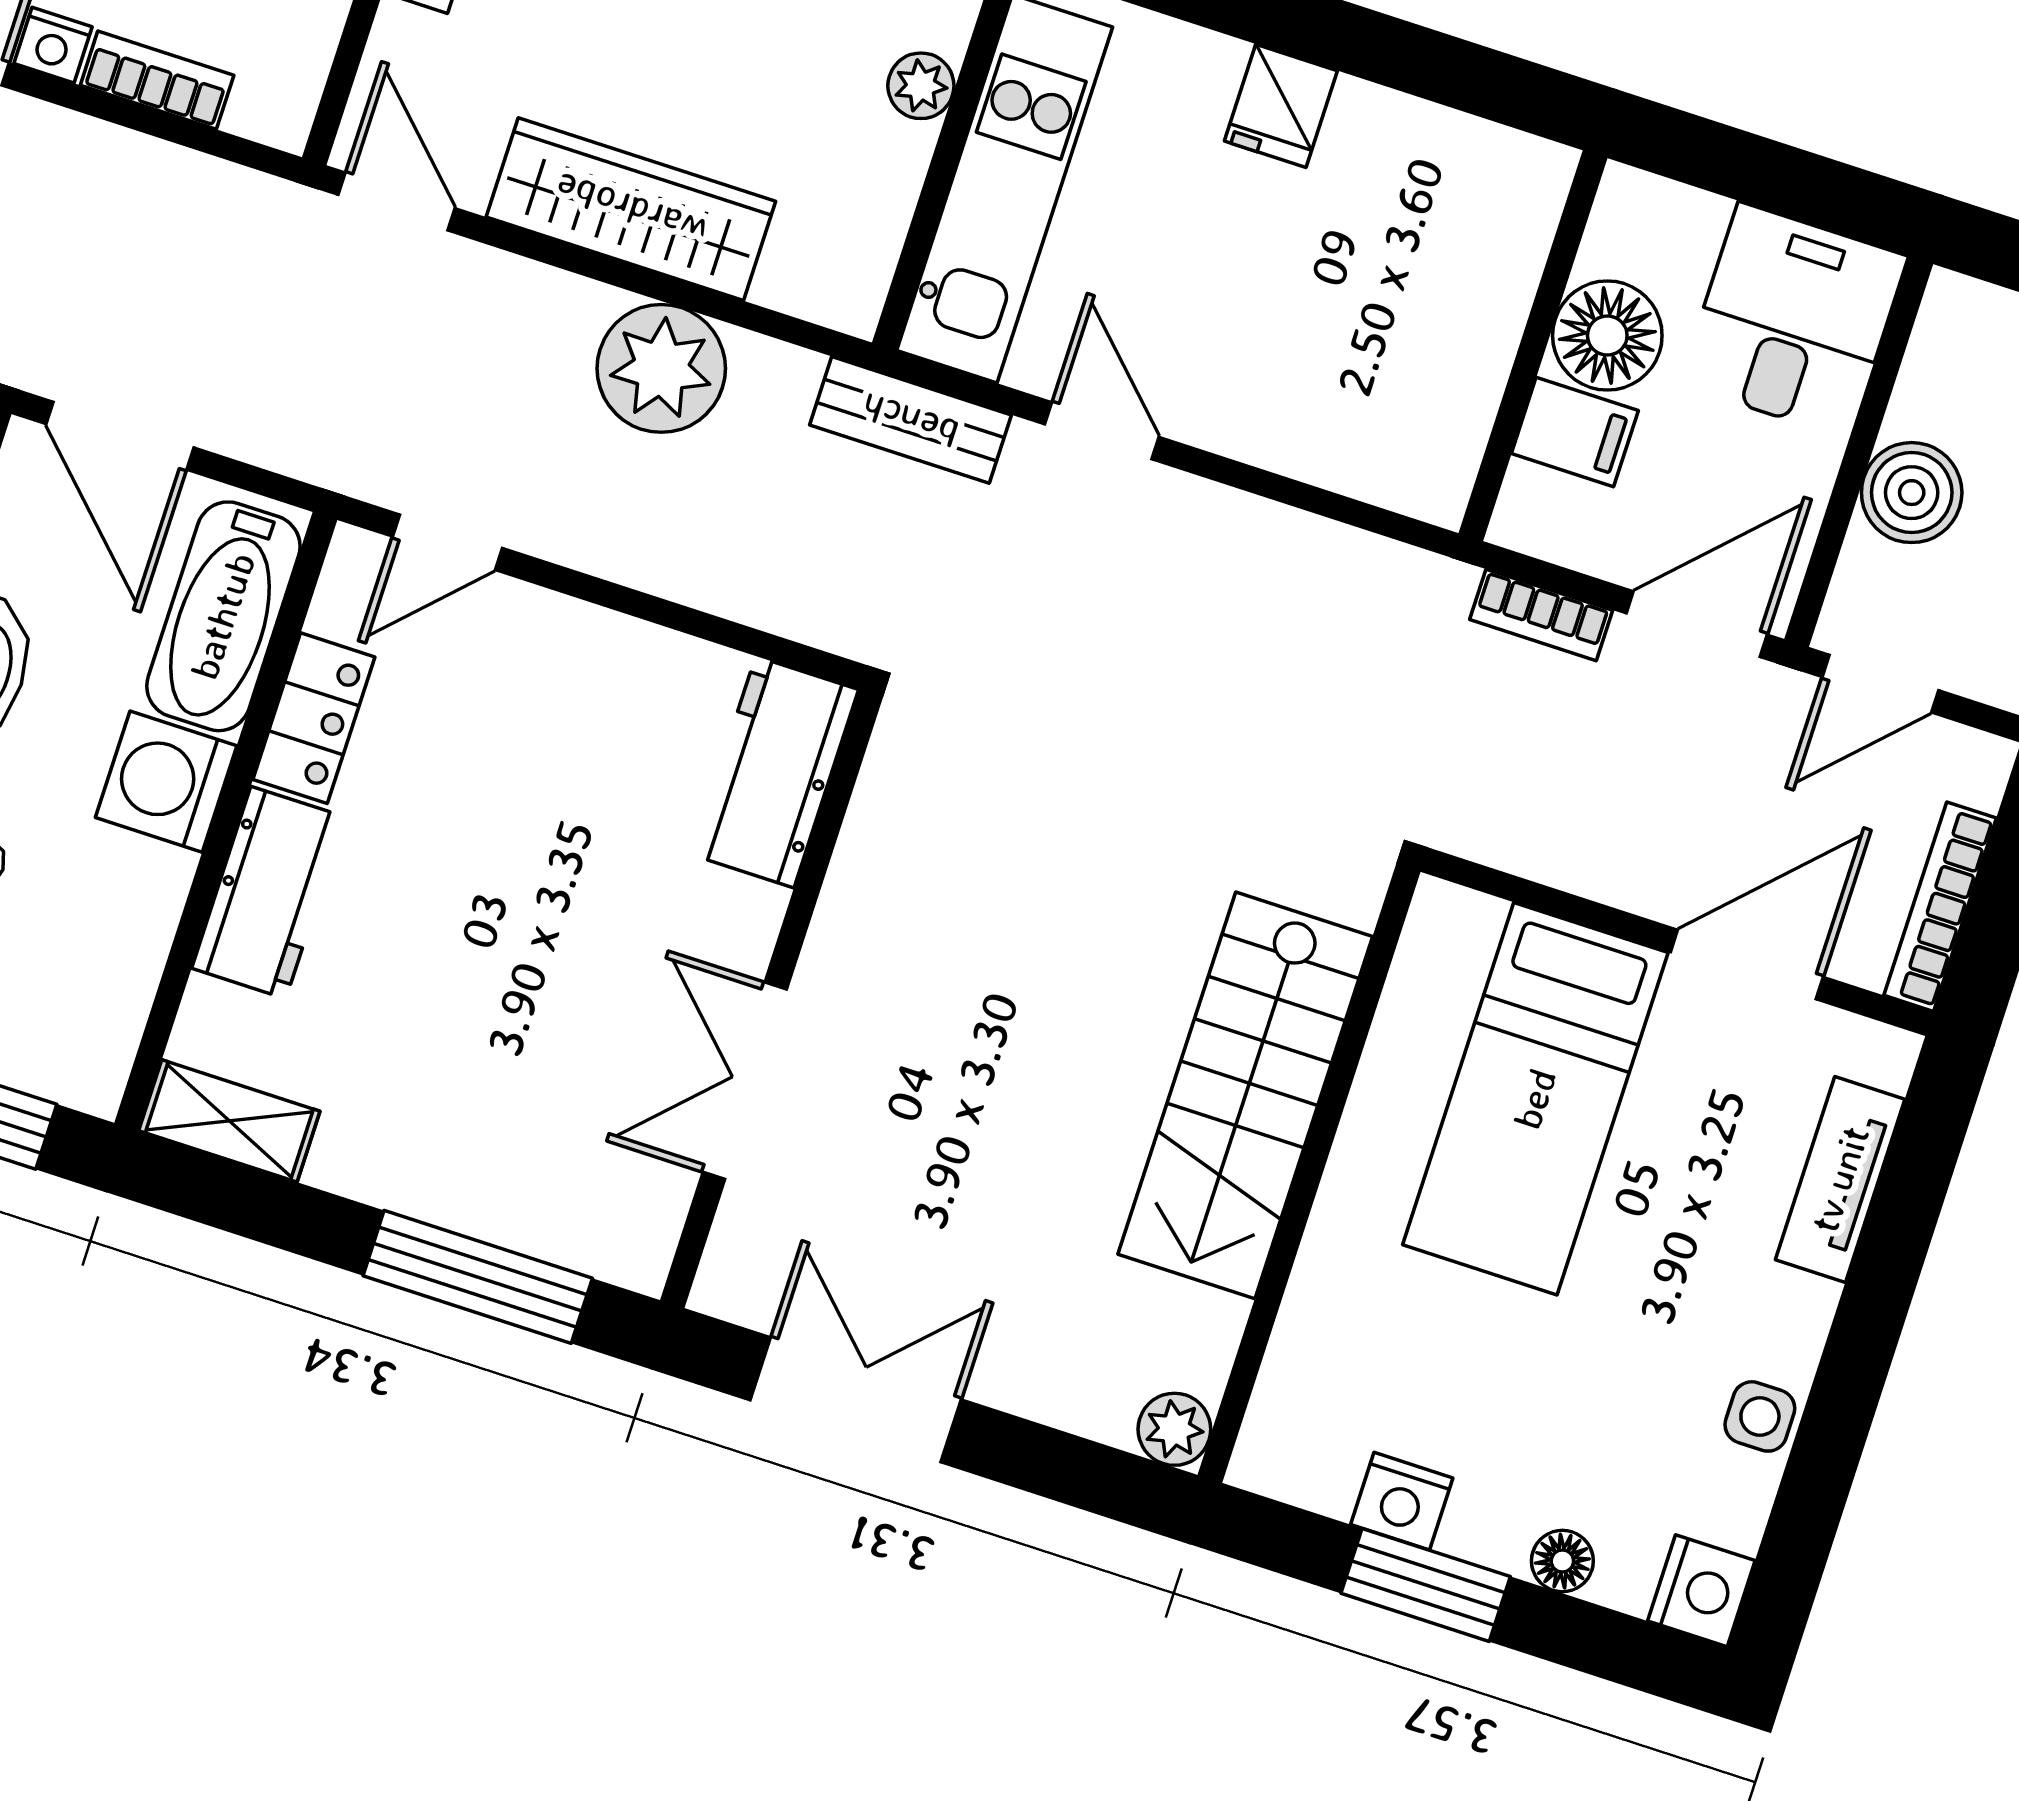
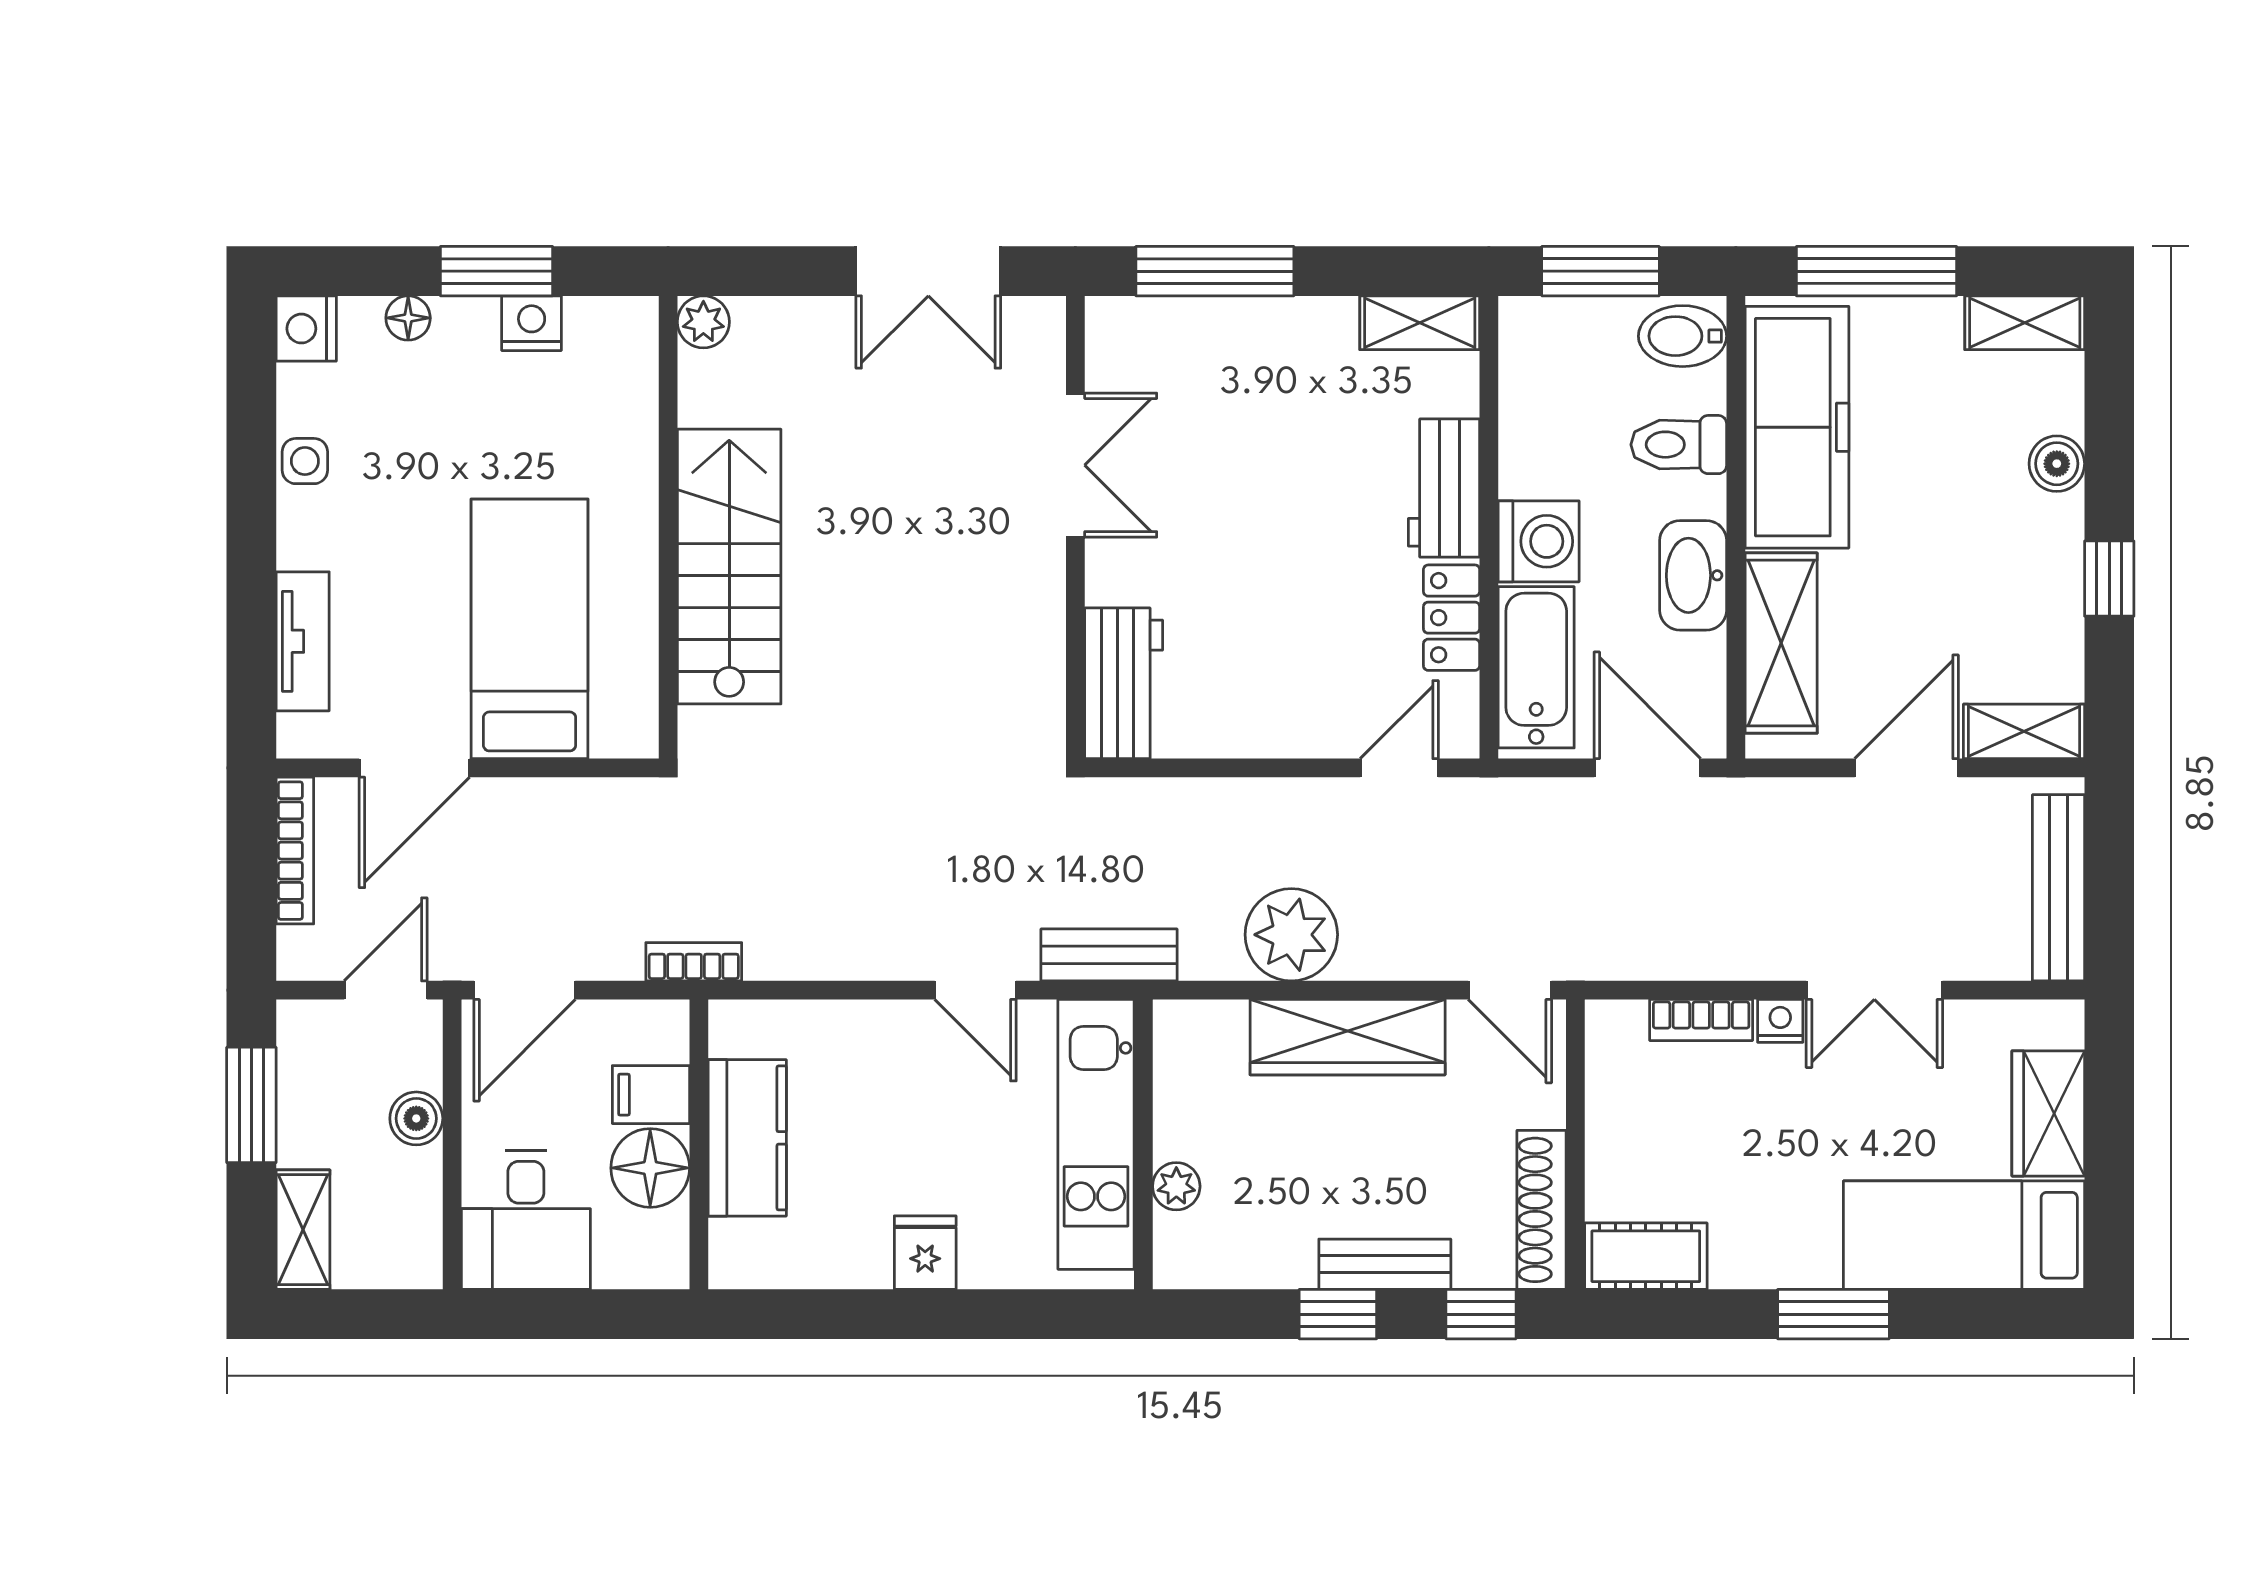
kitchen counter: (1466, 334) -> (747, 1138), added
boiler: (1912, 493) -> (416, 1118), width x0.73, depth x0.73
bookcase: (1541, 615) -> (694, 962), moved

